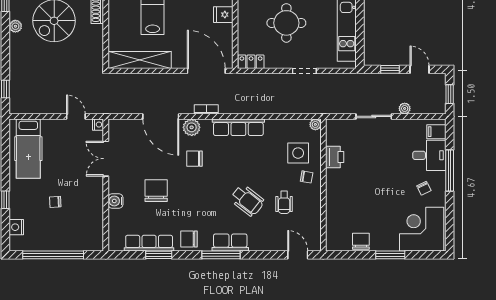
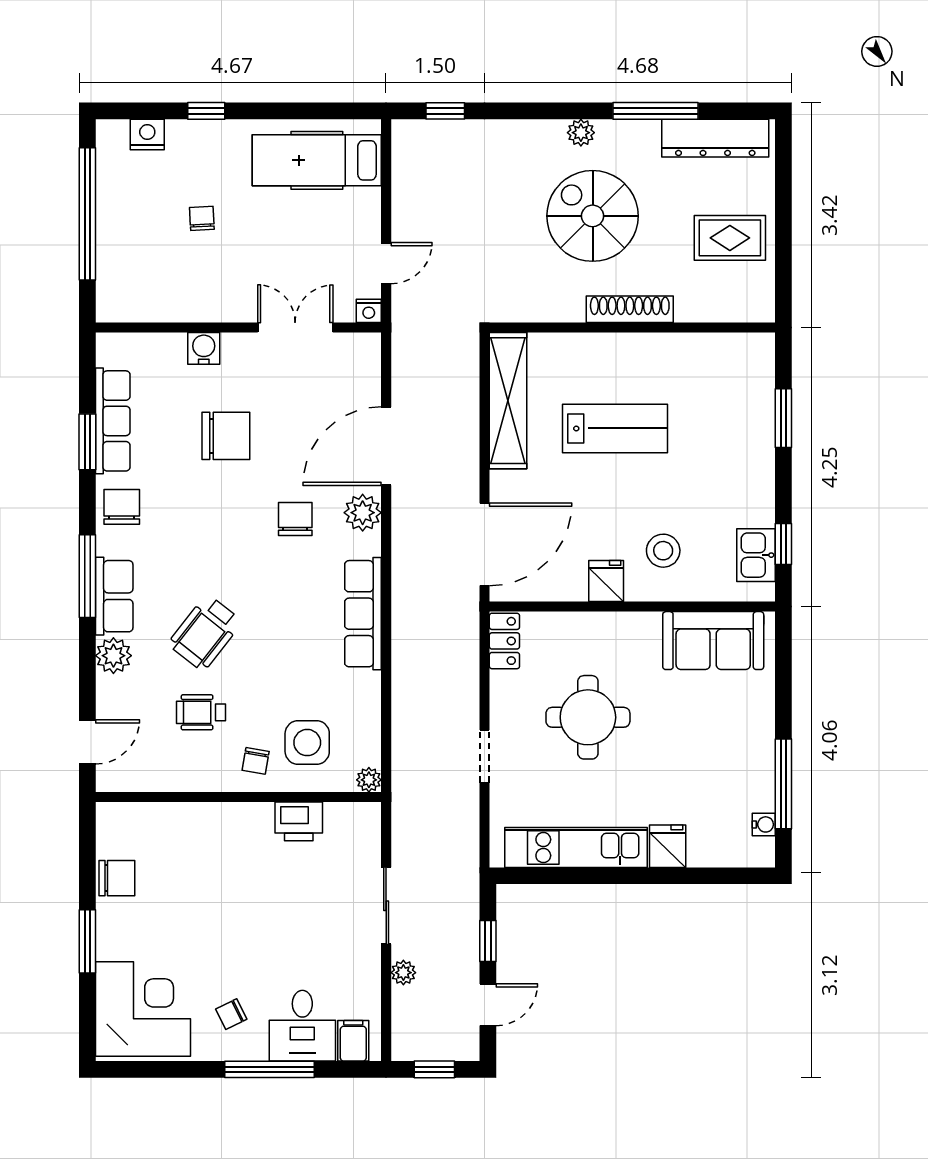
bookcase: (206, 109) -> (401, 544), removed
plant: (258, 243) -> (113, 656), added

